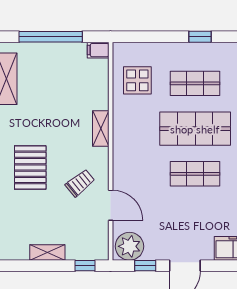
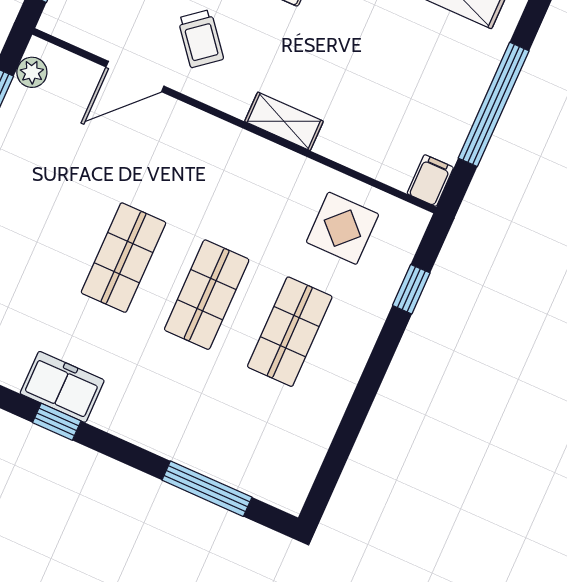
window: (200, 37) -> (411, 289), moved
shop shelf: (195, 129) -> (207, 295), width x0.70, depth x0.74
plant: (129, 246) -> (32, 72), width x0.53, depth x0.53

